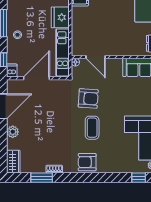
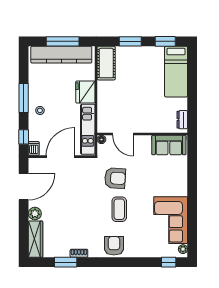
wardrobe: (13, 162) -> (35, 239), width x1.50
armchair: (87, 162) -> (114, 246), turned 90

